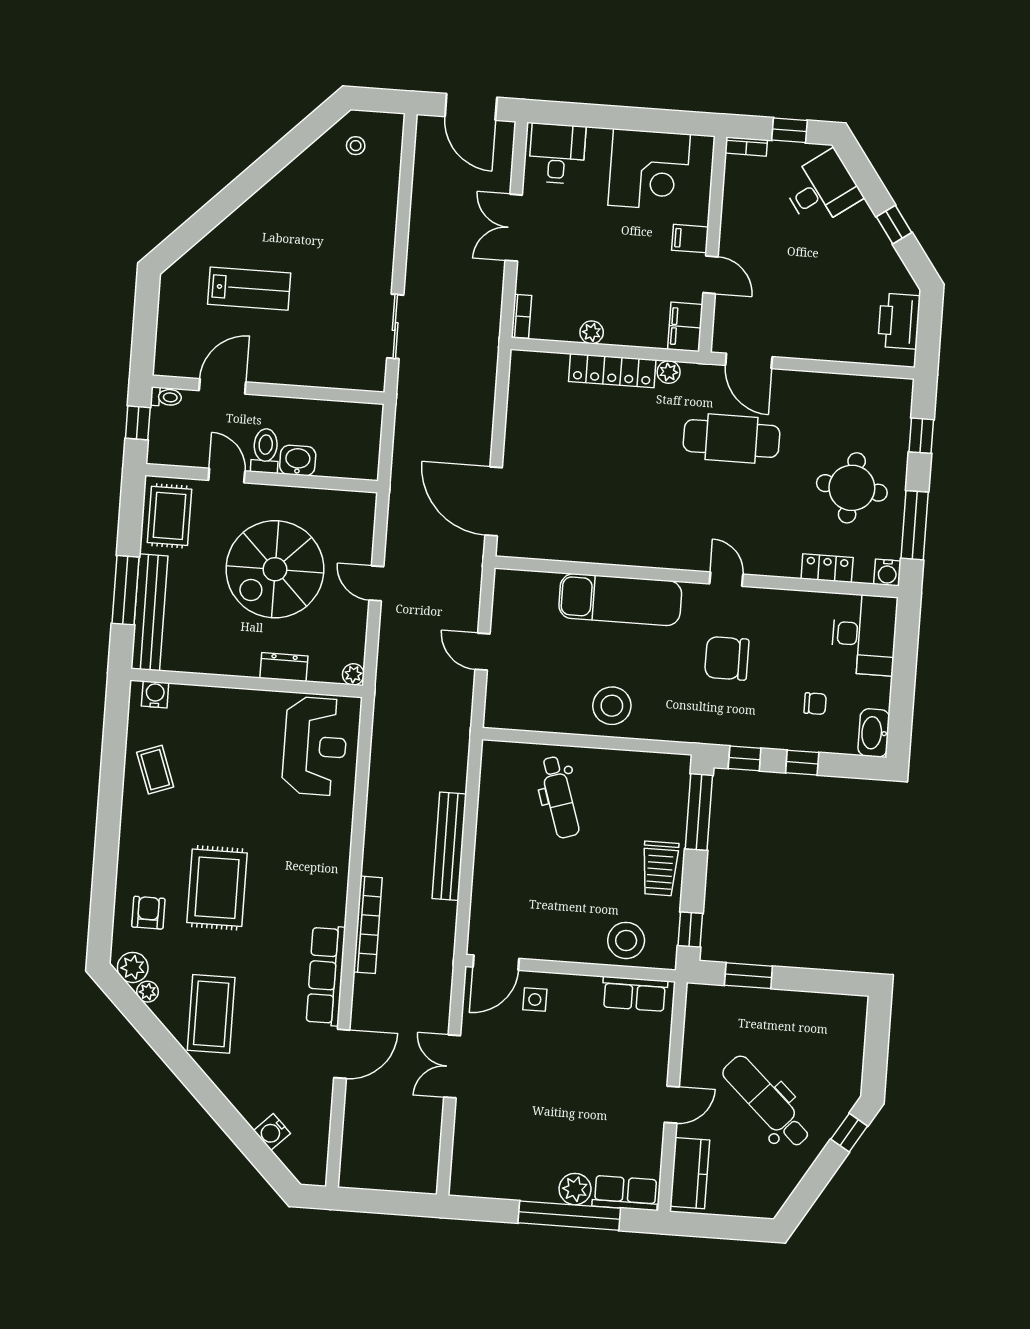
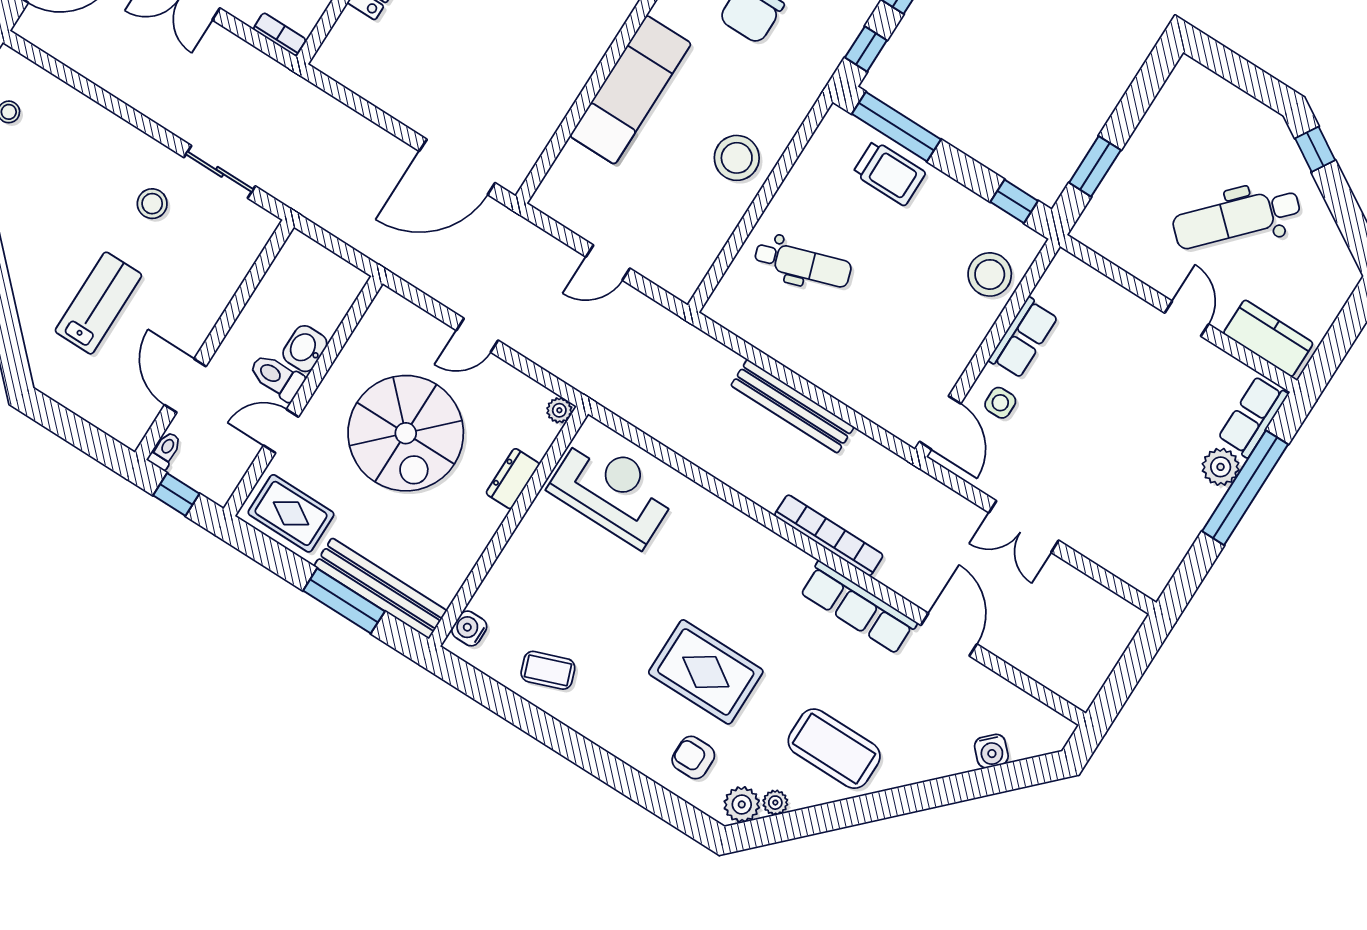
stool: (345, 289) -> (152, 204), added
trolley: (660, 868) -> (889, 173), moved
row of seats: (635, 994) -> (1023, 338), moved

